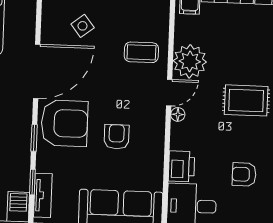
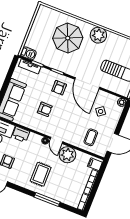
coffee table: (141, 52) -> (91, 137), moved
armchair: (64, 123) -> (59, 88), width x0.53, depth x0.53

